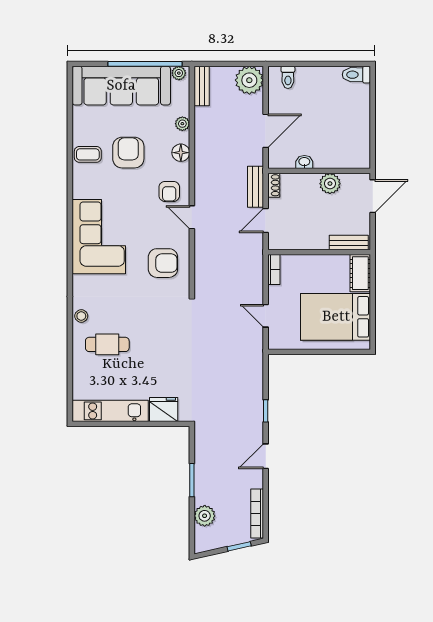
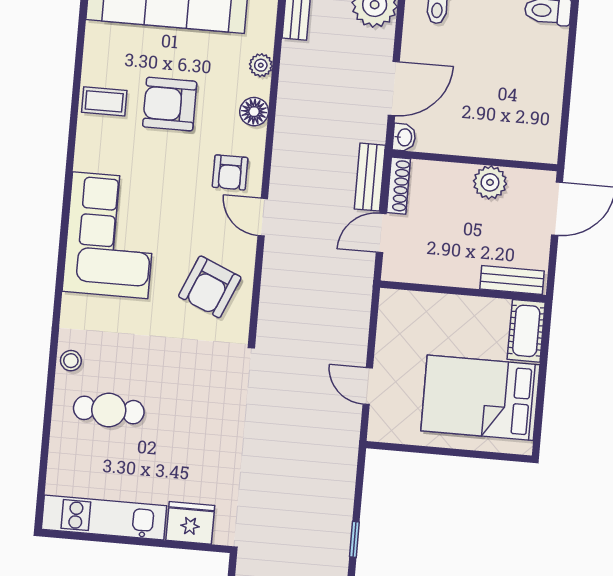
armchair: (128, 153) -> (170, 104), turned -90
washbasin: (304, 162) -> (404, 137), moved, turned 90
shoe rack: (274, 185) -> (398, 186), width x1.43
armchair: (163, 263) -> (210, 287), turned 113
bookcase: (274, 270) -> (388, 313), removed

